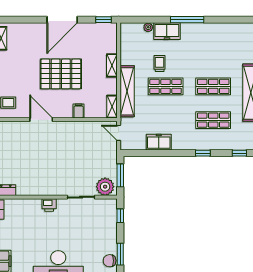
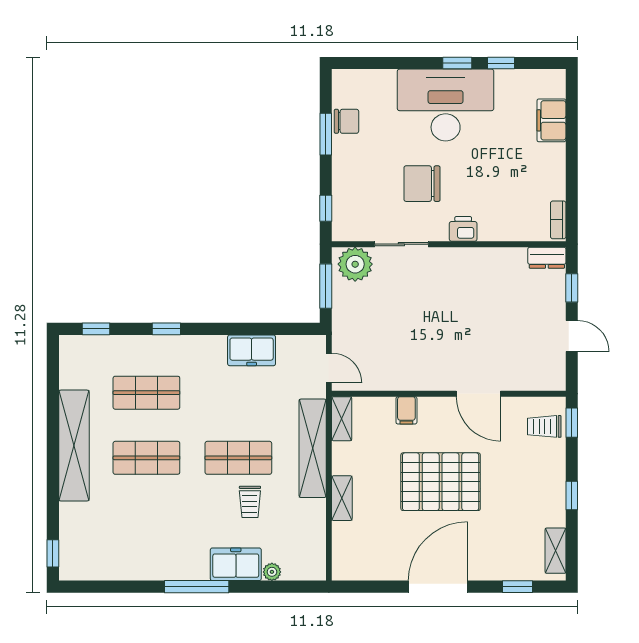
window: (104, 20) -> (517, 587), moved
chair: (70, 228) -> (422, 184), added

